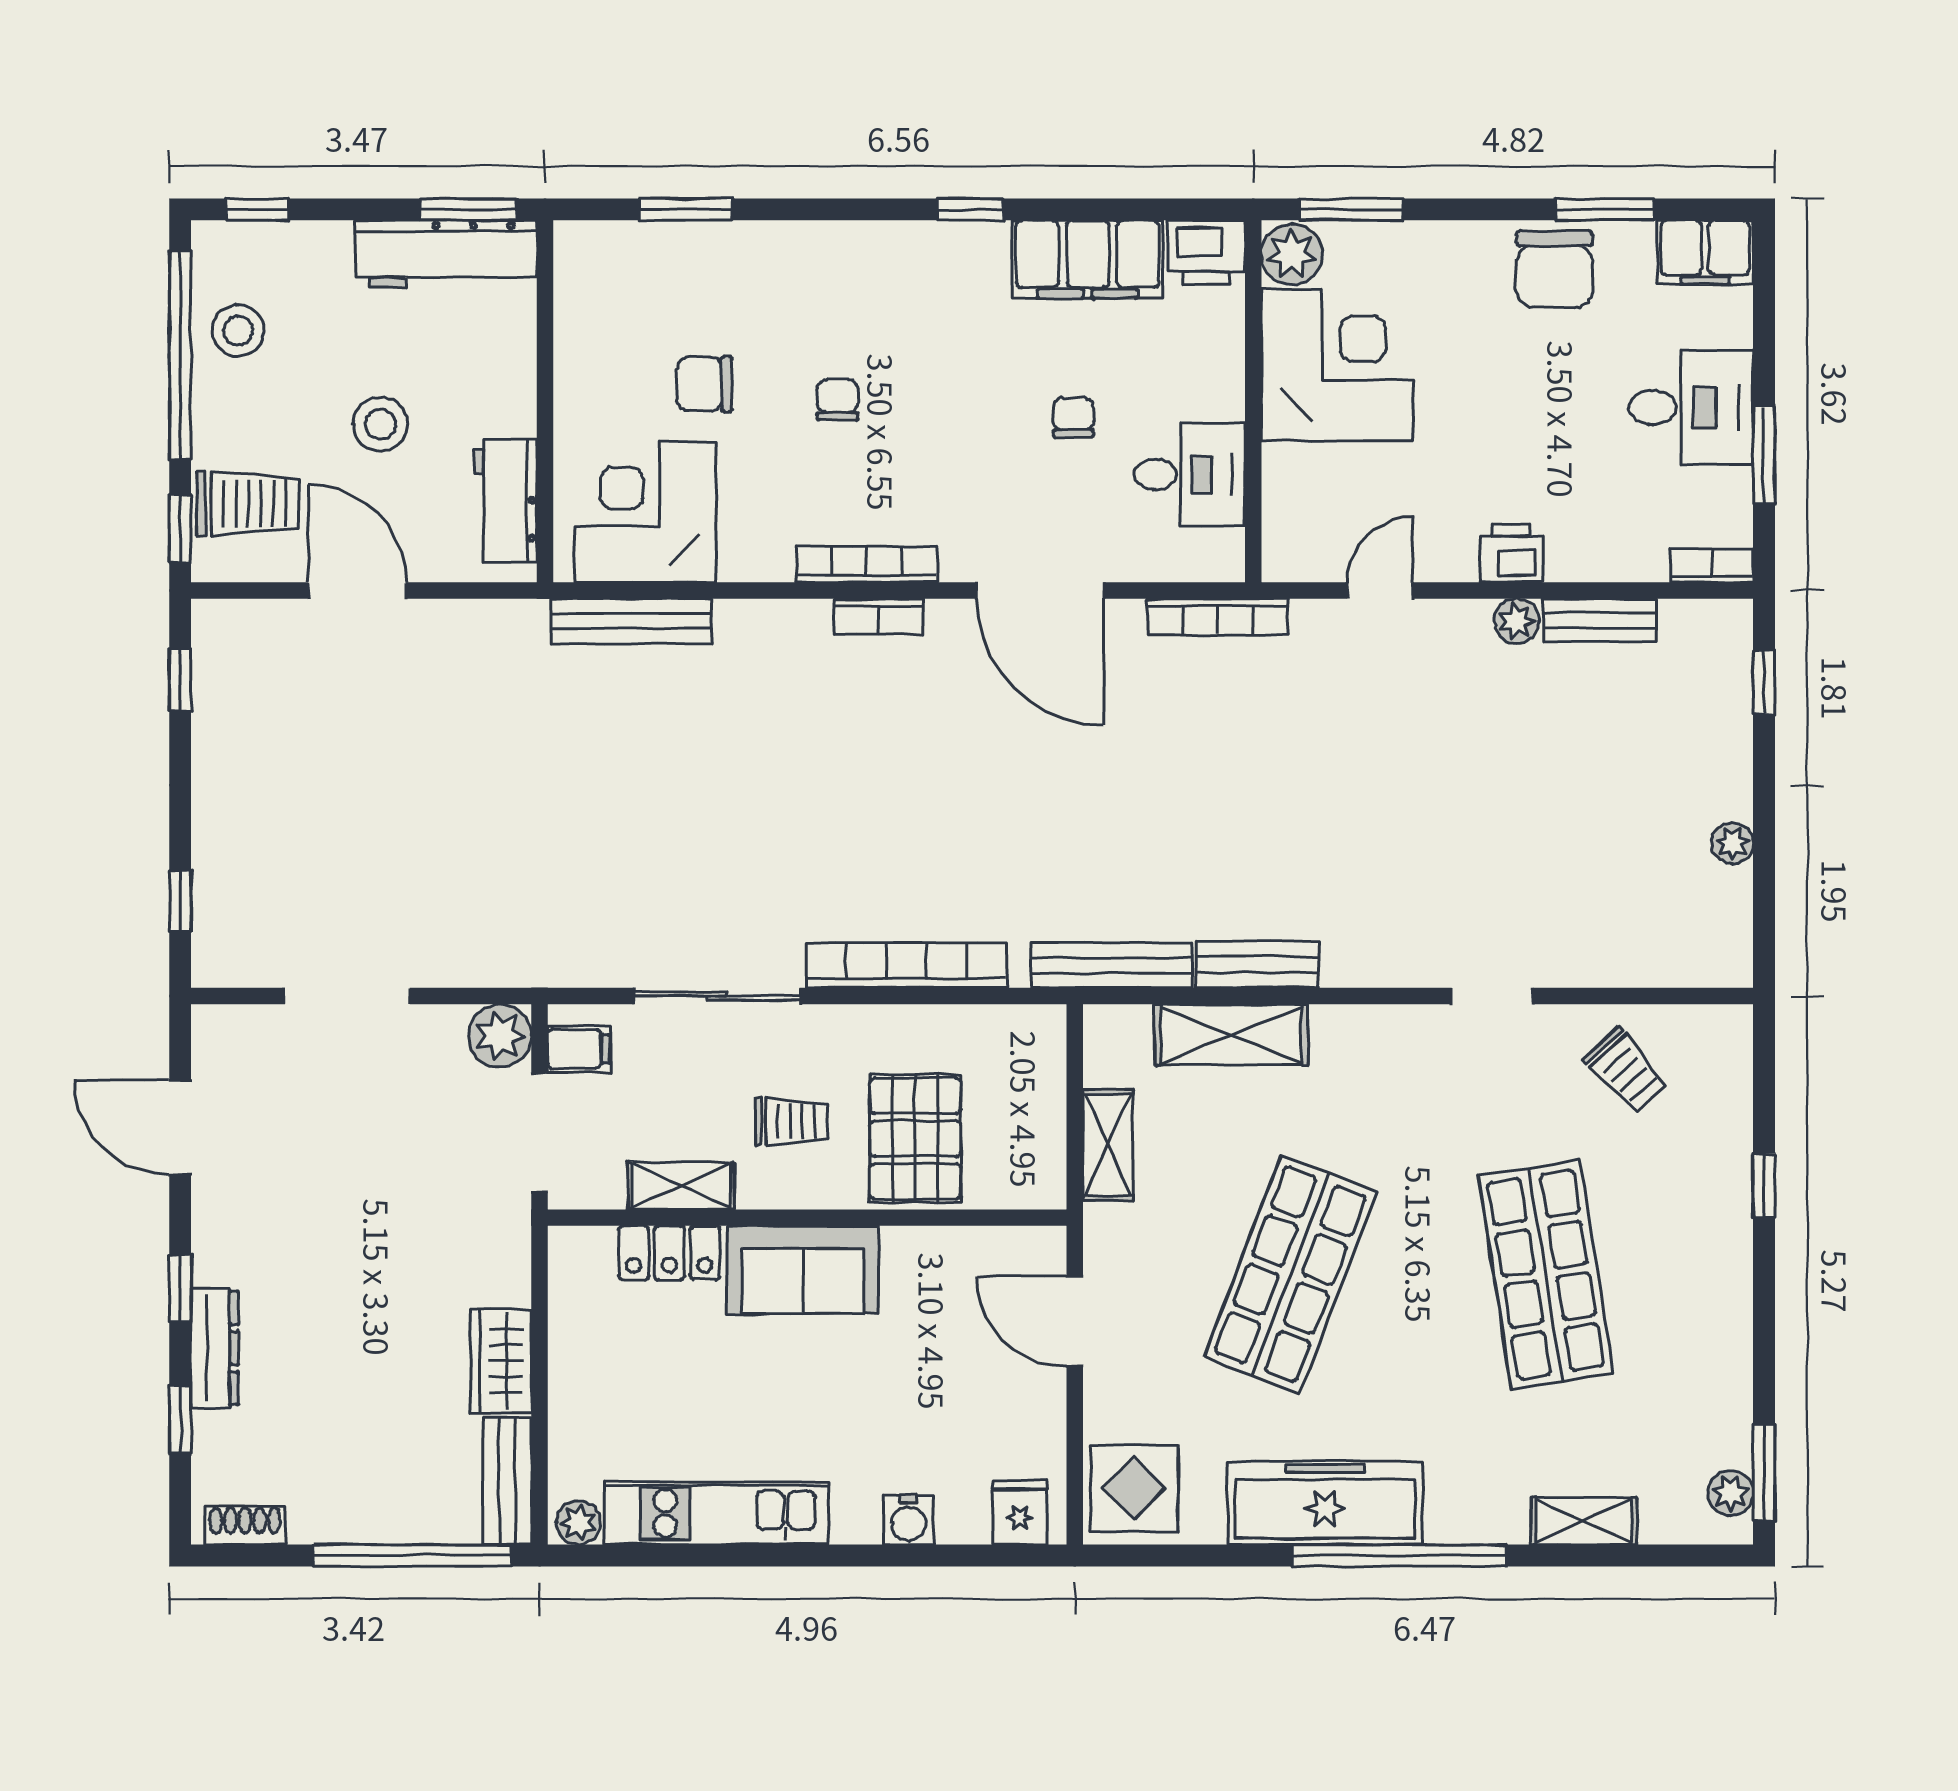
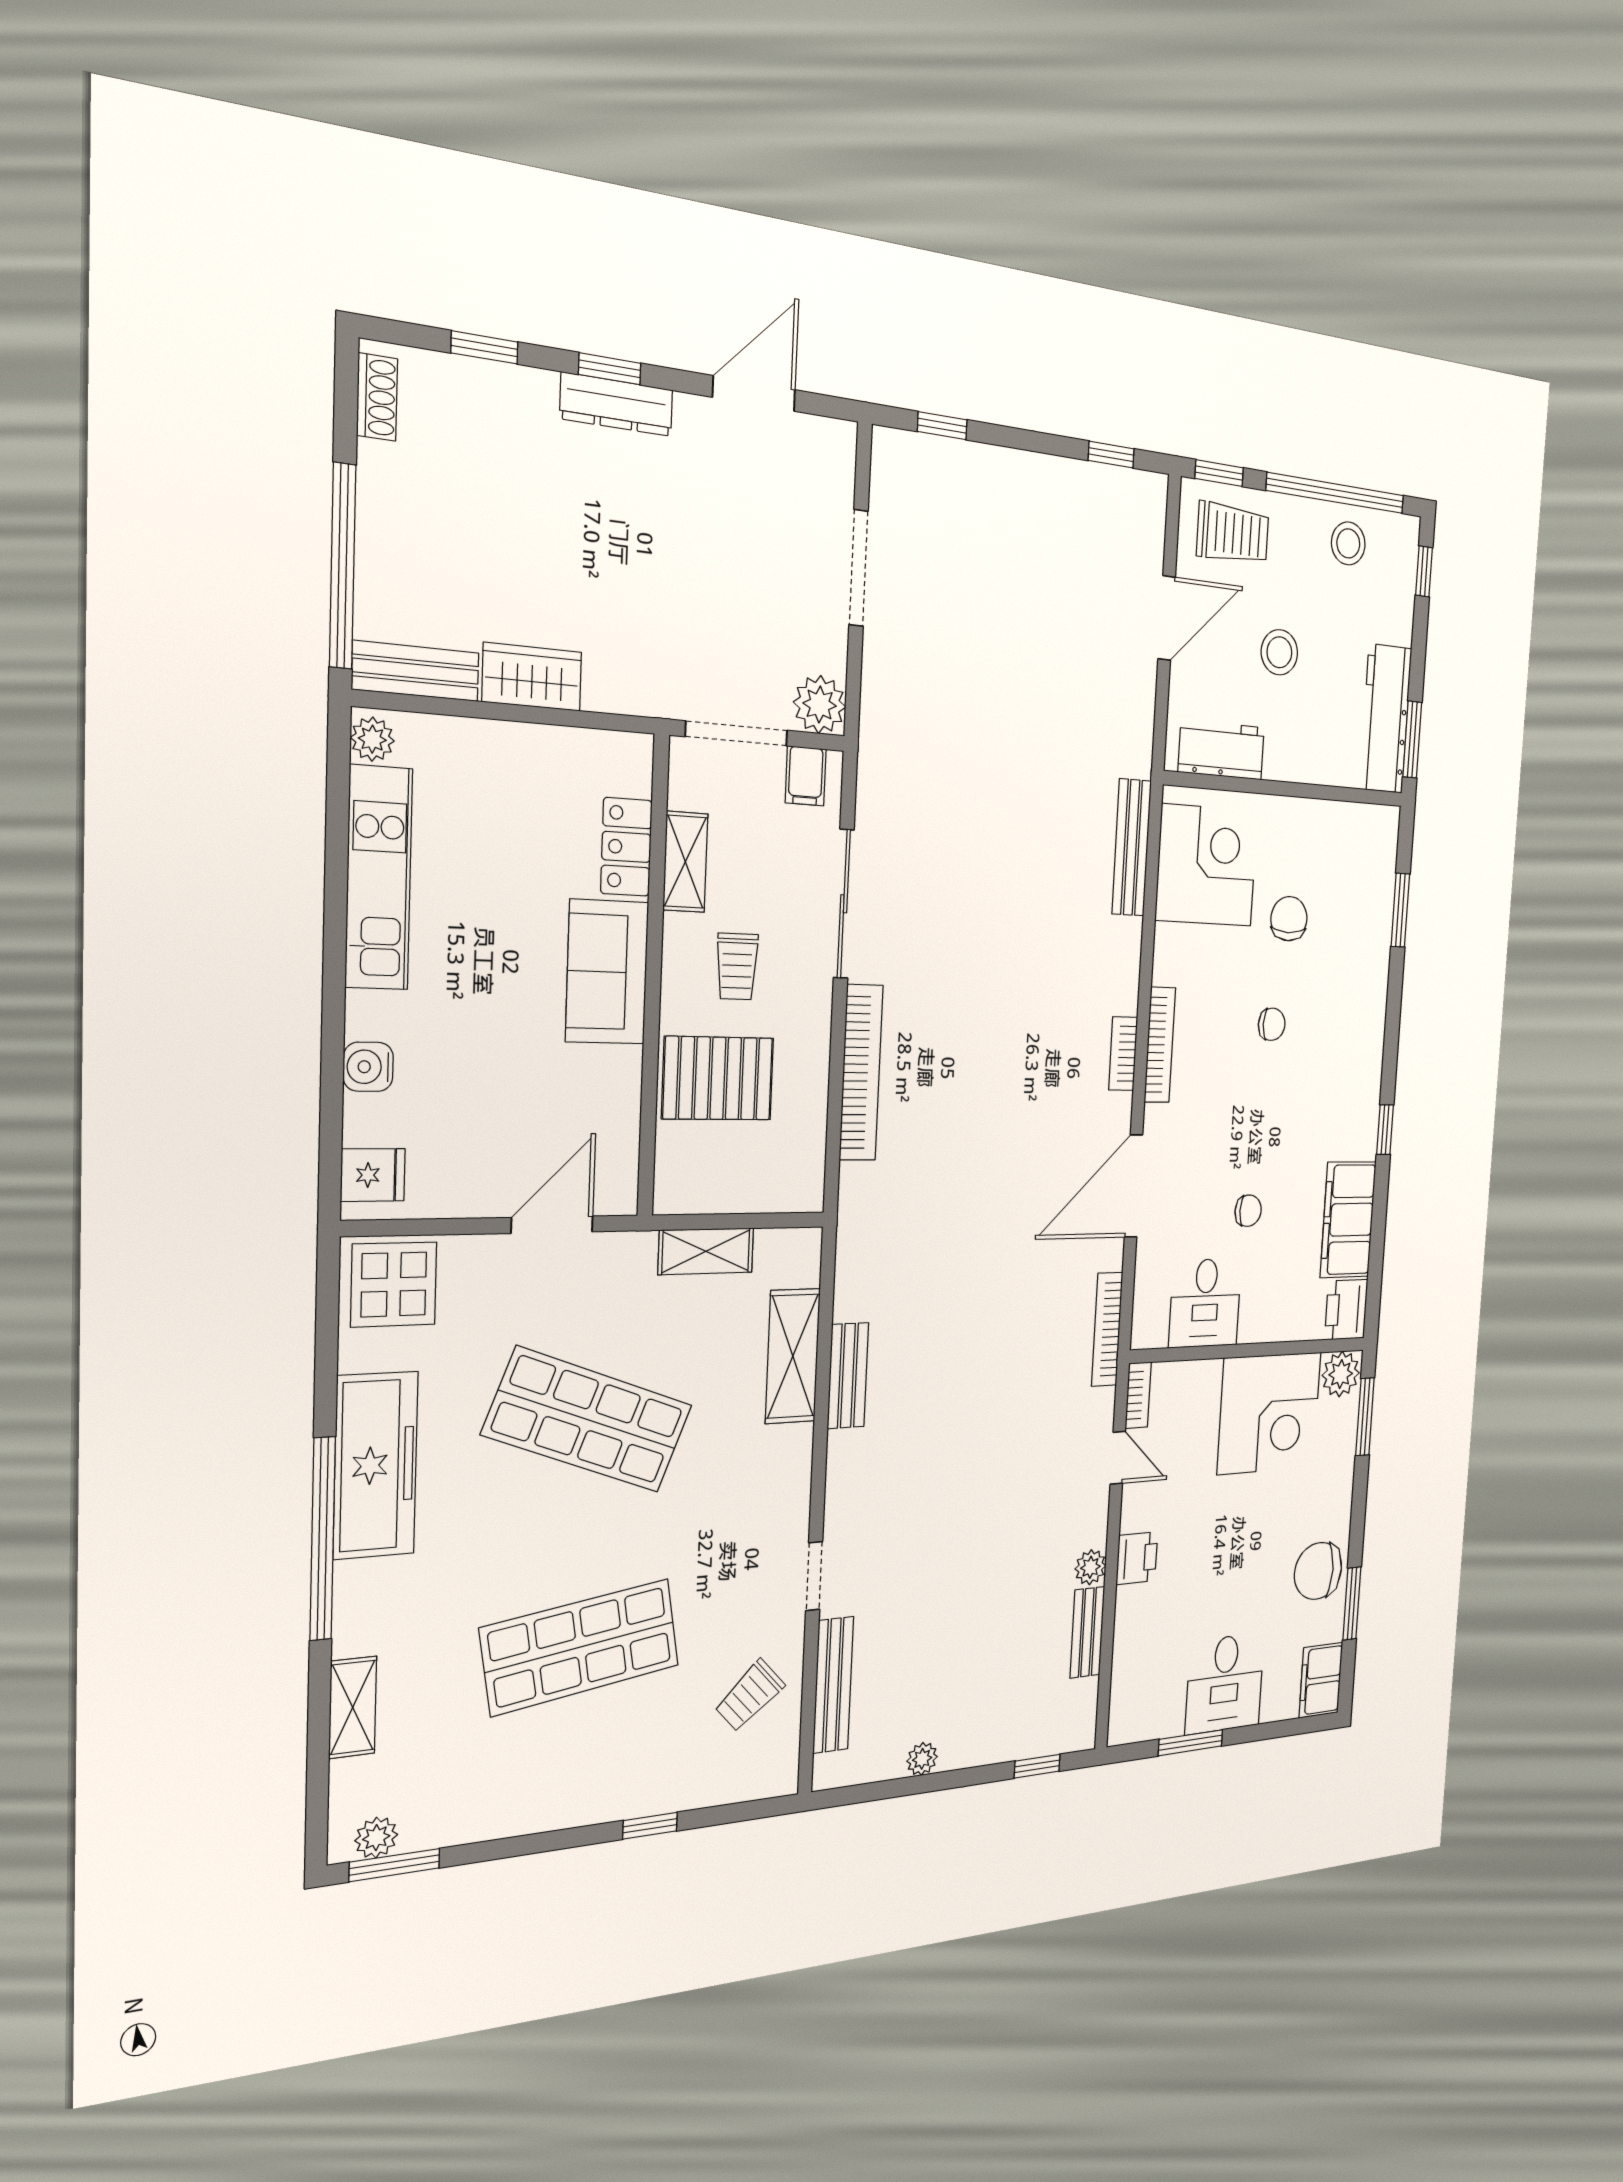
trolley: (248, 503) -> (1233, 533), turned -90
bookcase: (1712, 566) -> (1138, 1395), moved
bench: (1112, 965) -> (833, 1685), moved
dresser: (215, 1348) -> (617, 404), moved

